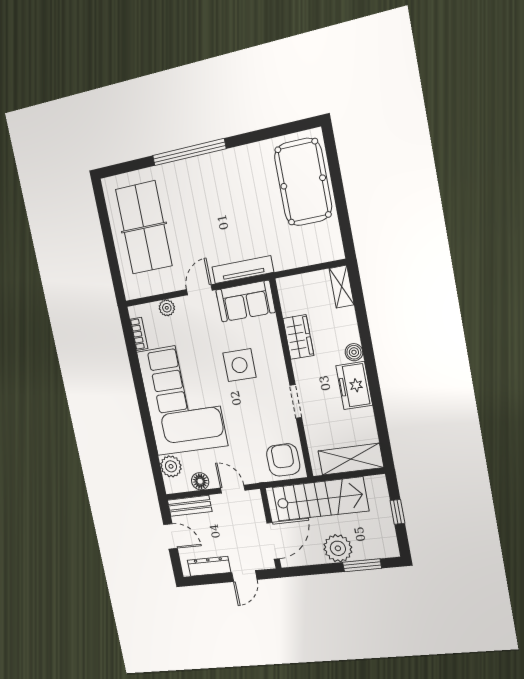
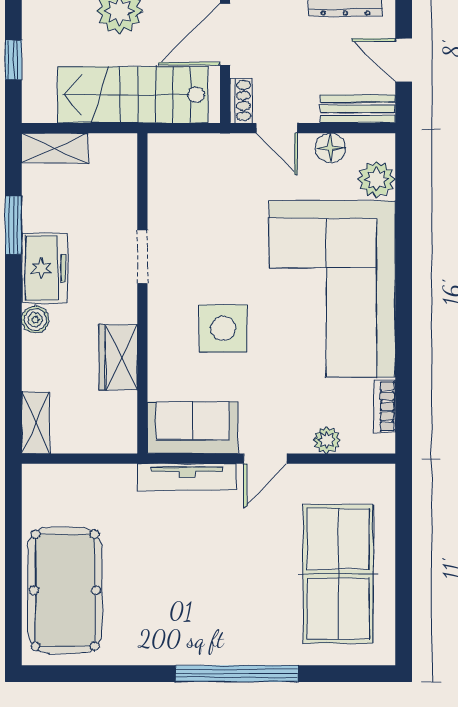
window: (379, 410) -> (13, 225), added
shelving: (351, 459) -> (55, 148), width x0.67, depth x0.75
armchair: (283, 460) -> (182, 166), removed
shoe rack: (256, 503) -> (241, 101), added

